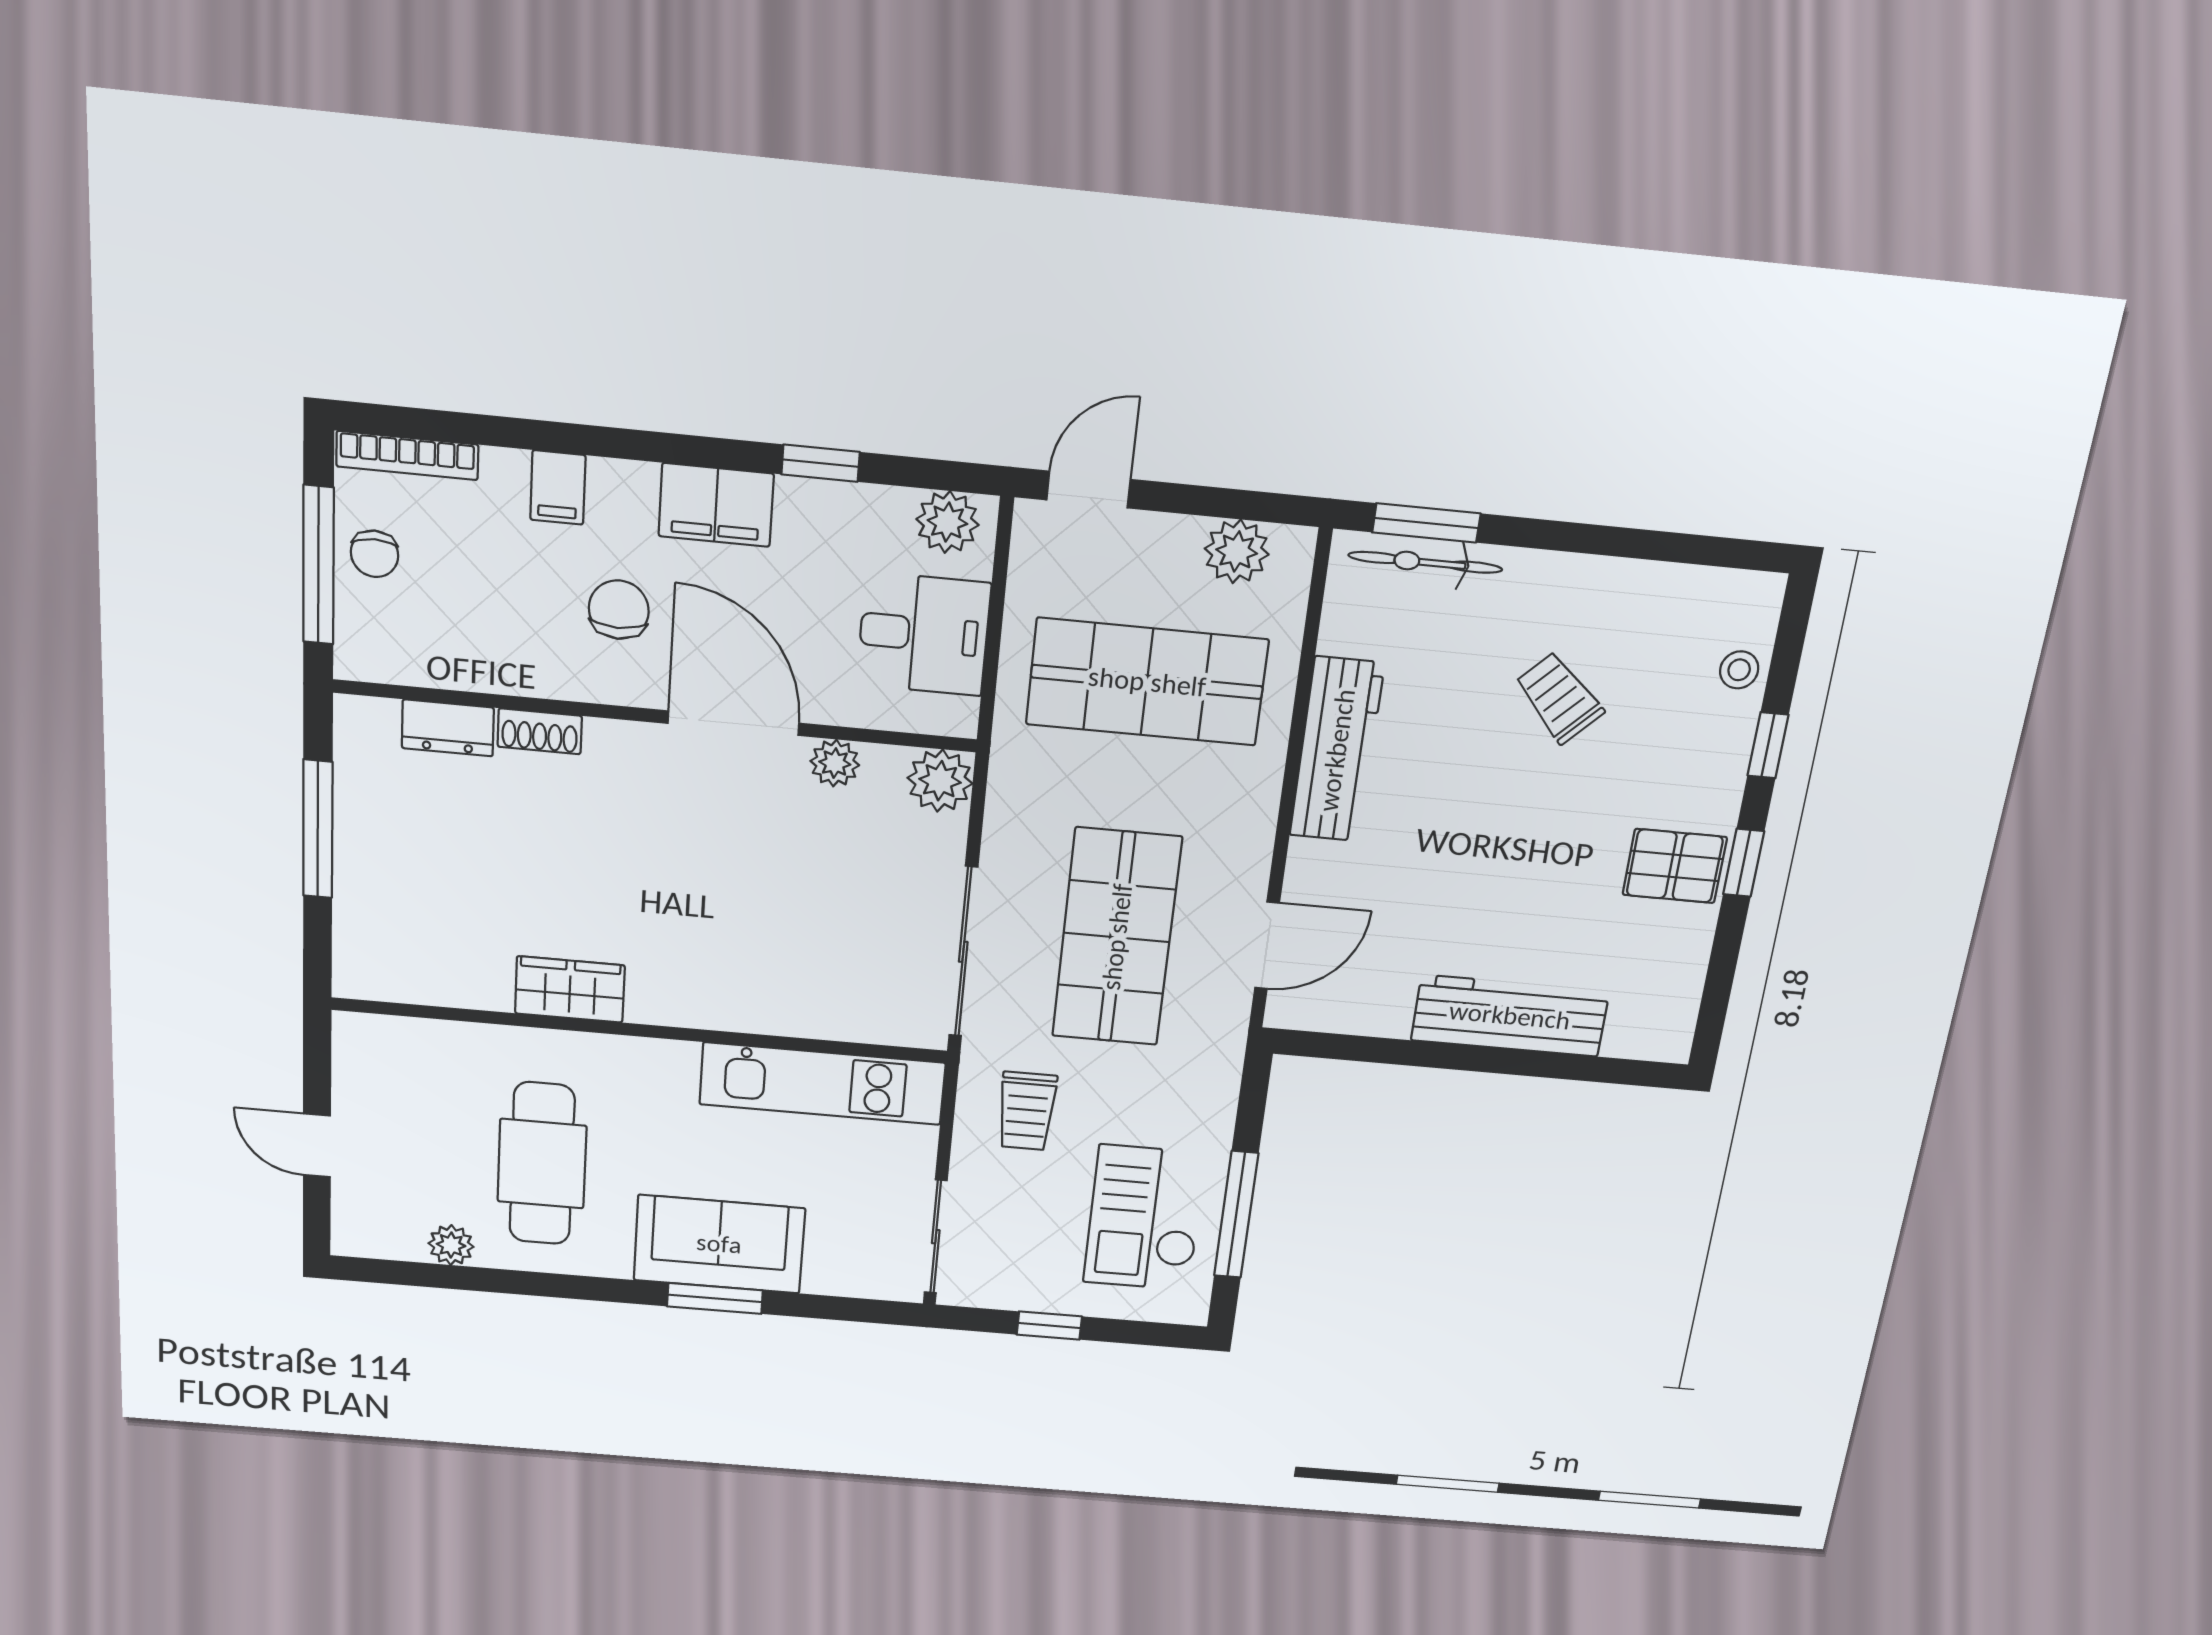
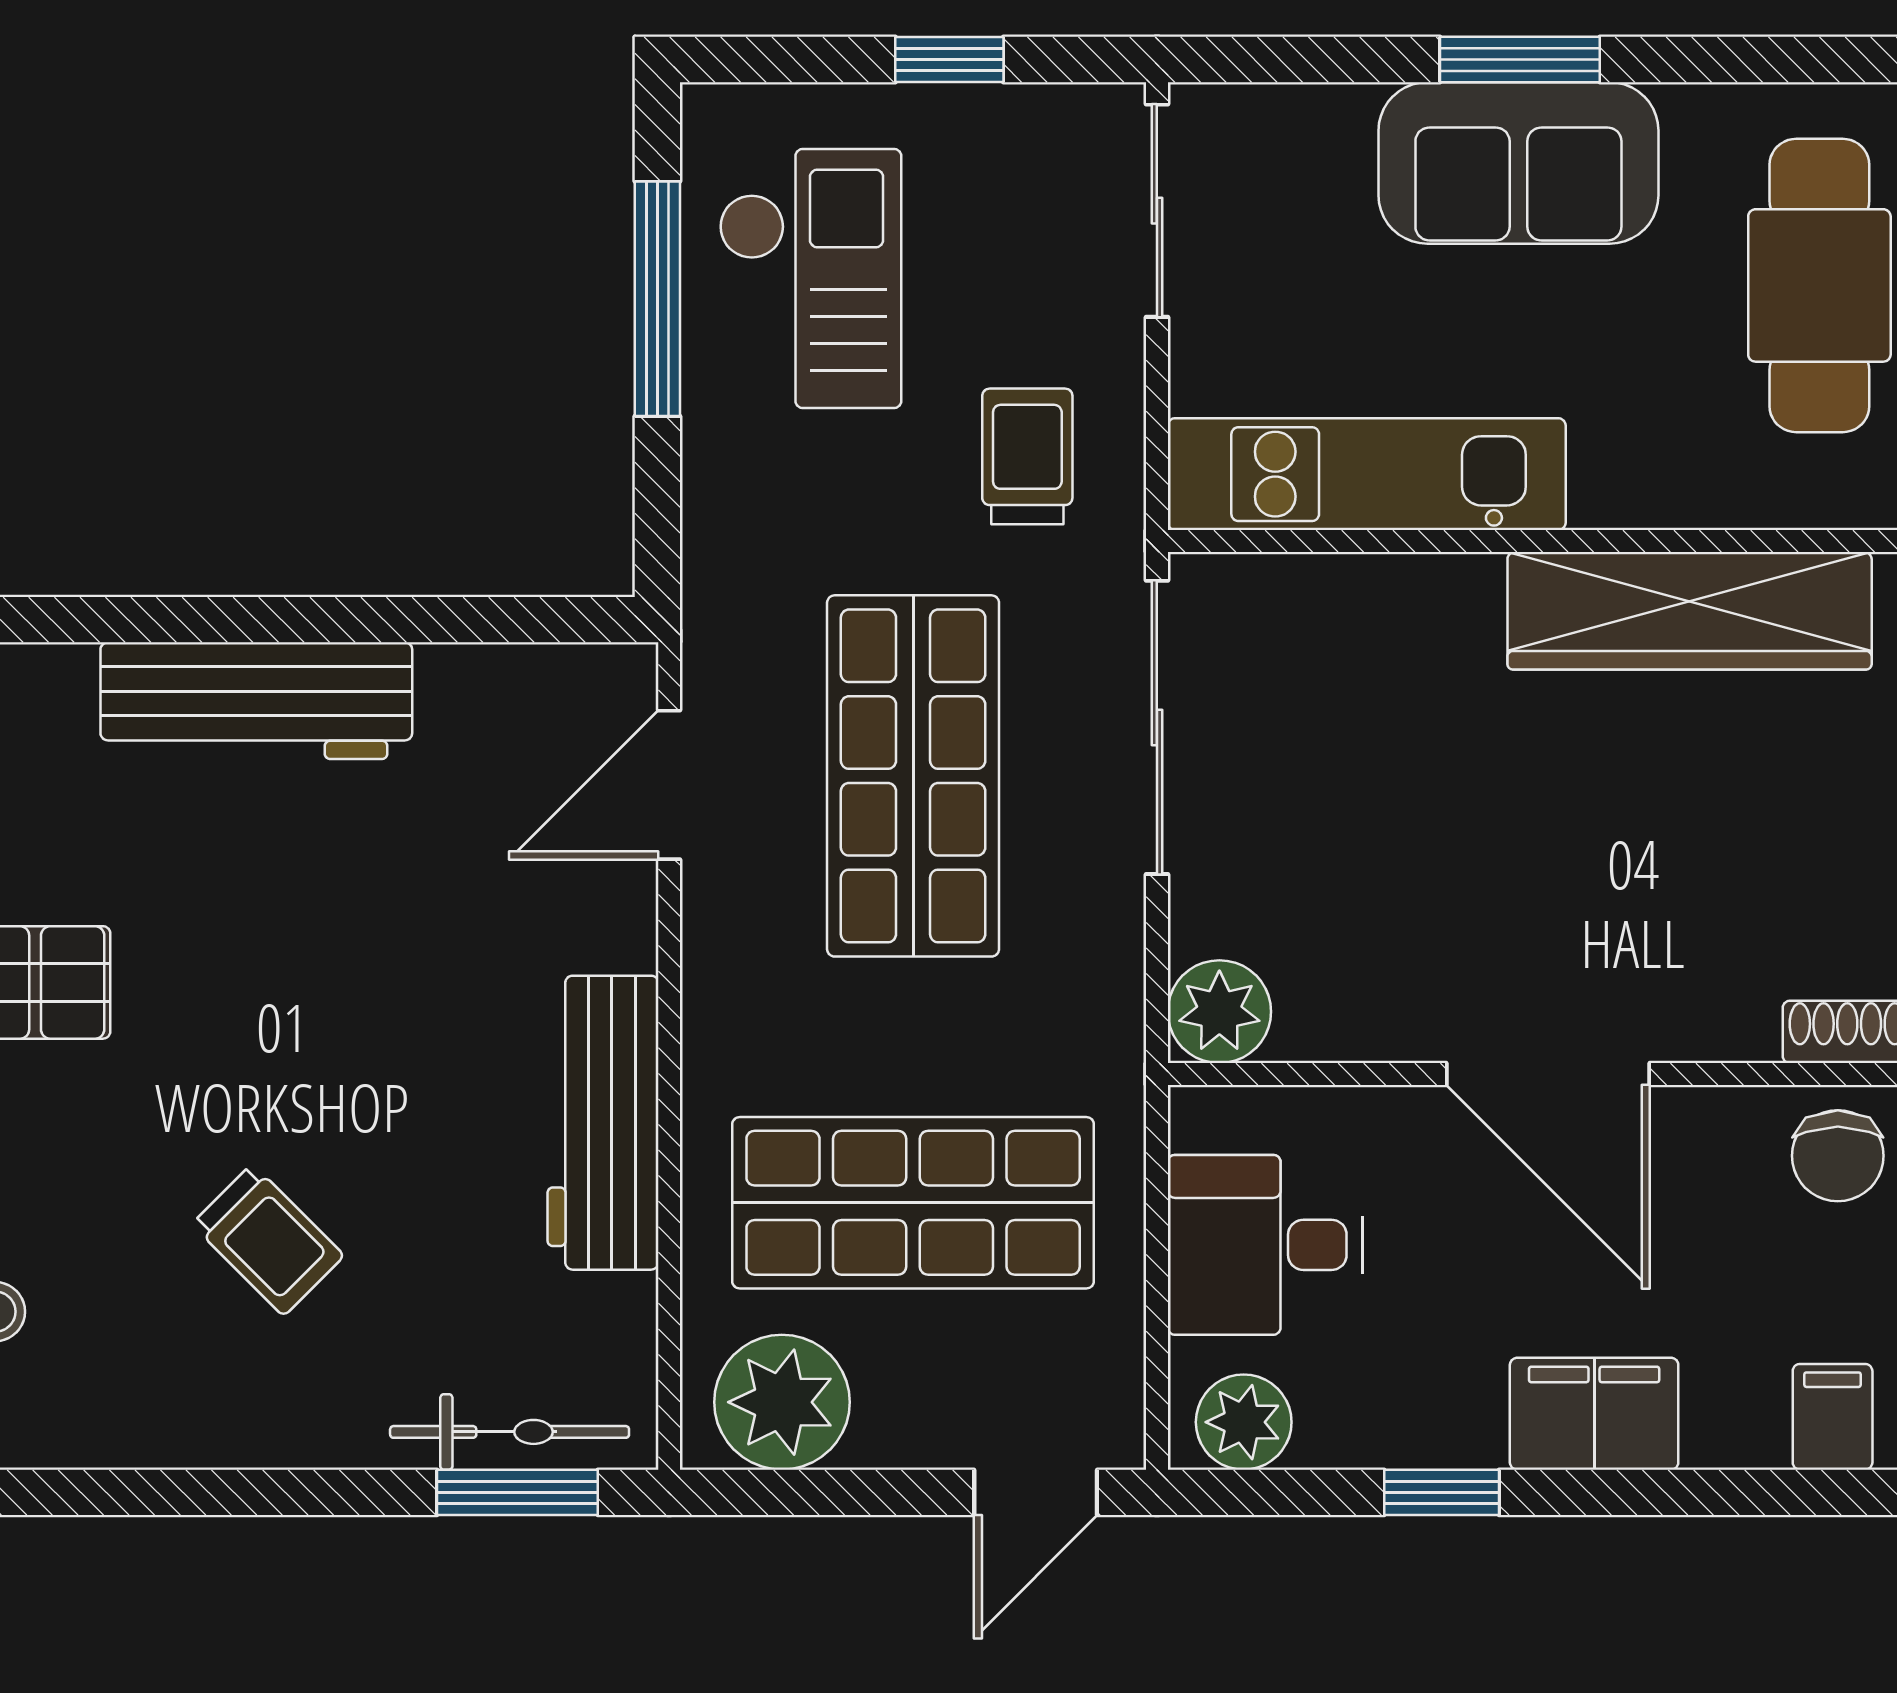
plant: (1237, 551) -> (782, 1402), width x1.36, depth x1.36
chair: (619, 610) -> (1838, 1156), moved
plant: (835, 763) -> (1386, 1025), removed
wardrobe: (570, 989) -> (1690, 611), width x2.10, depth x1.17

